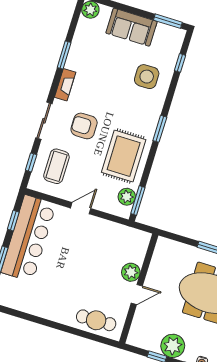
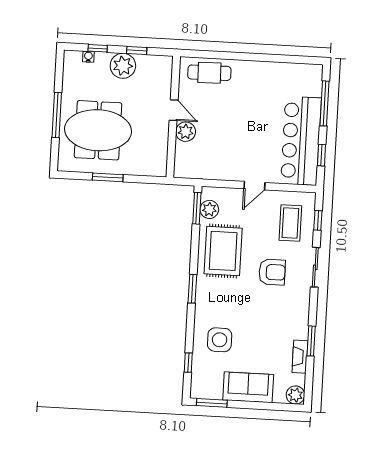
fireplace: (65, 85) -> (300, 357), moved
door: (137, 294) -> (174, 110), swing flipped

